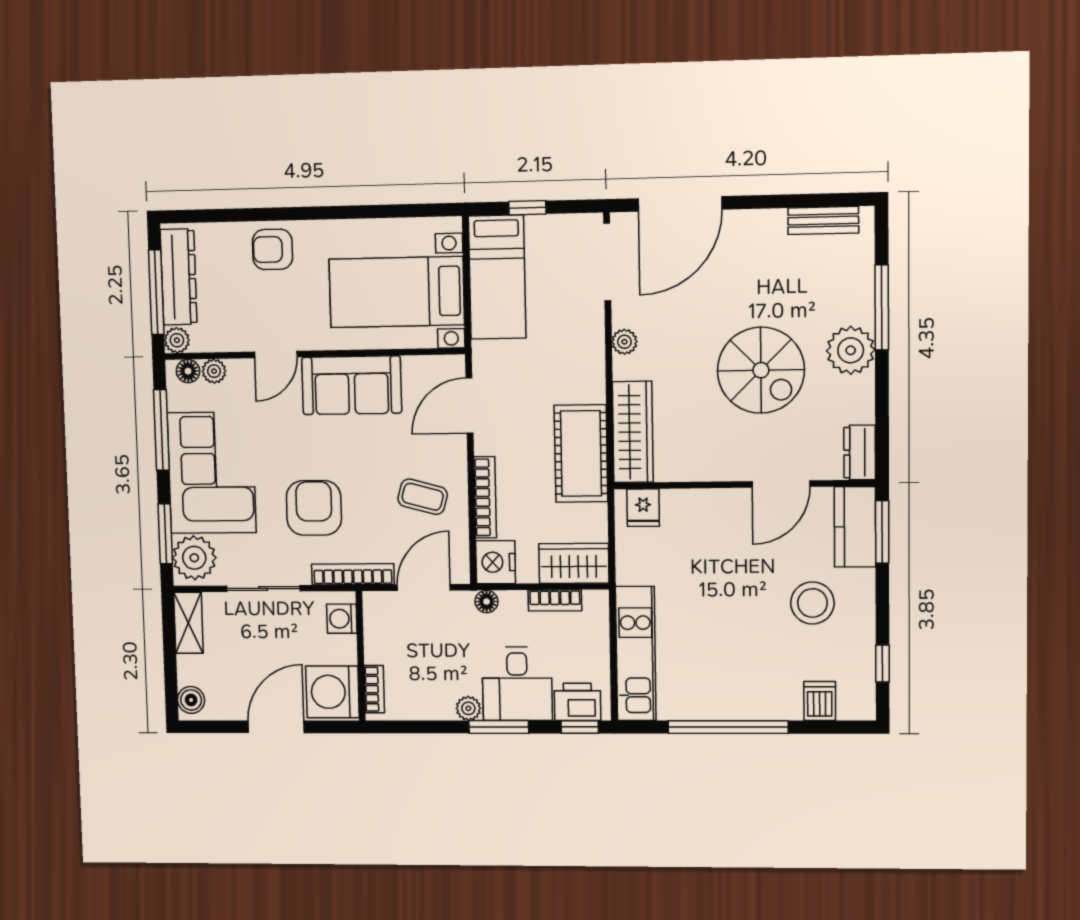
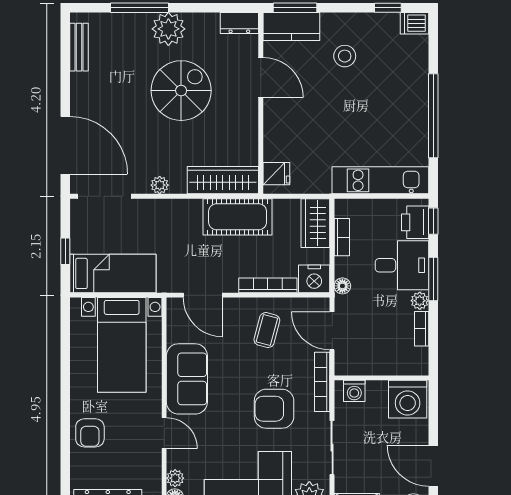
stool: (812, 603) -> (345, 56), width x0.73, depth x0.73
bookcase: (374, 689) -> (422, 329), moved, turned -90
dishwasher: (820, 701) -> (415, 23), moved
door: (276, 727) -> (433, 466), moved

